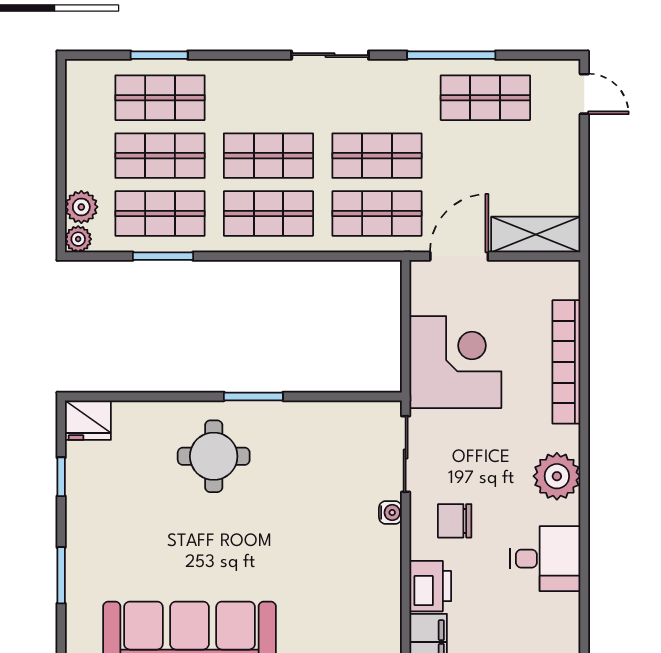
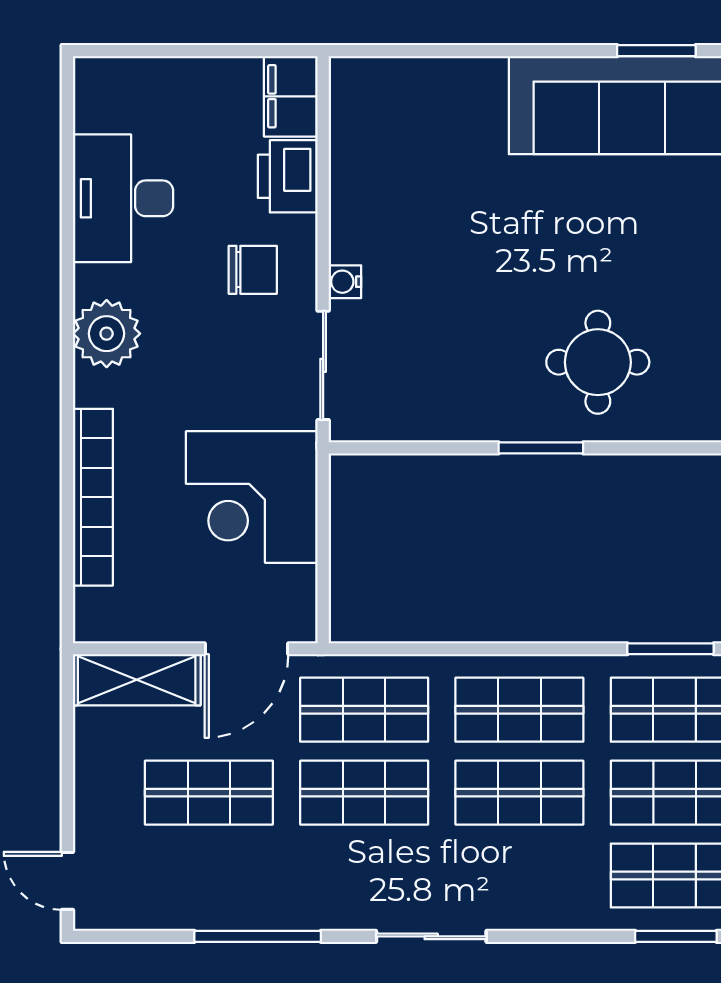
shop shelf: (485, 98) -> (209, 793), moved
desk: (545, 559) -> (123, 198), width x1.37

